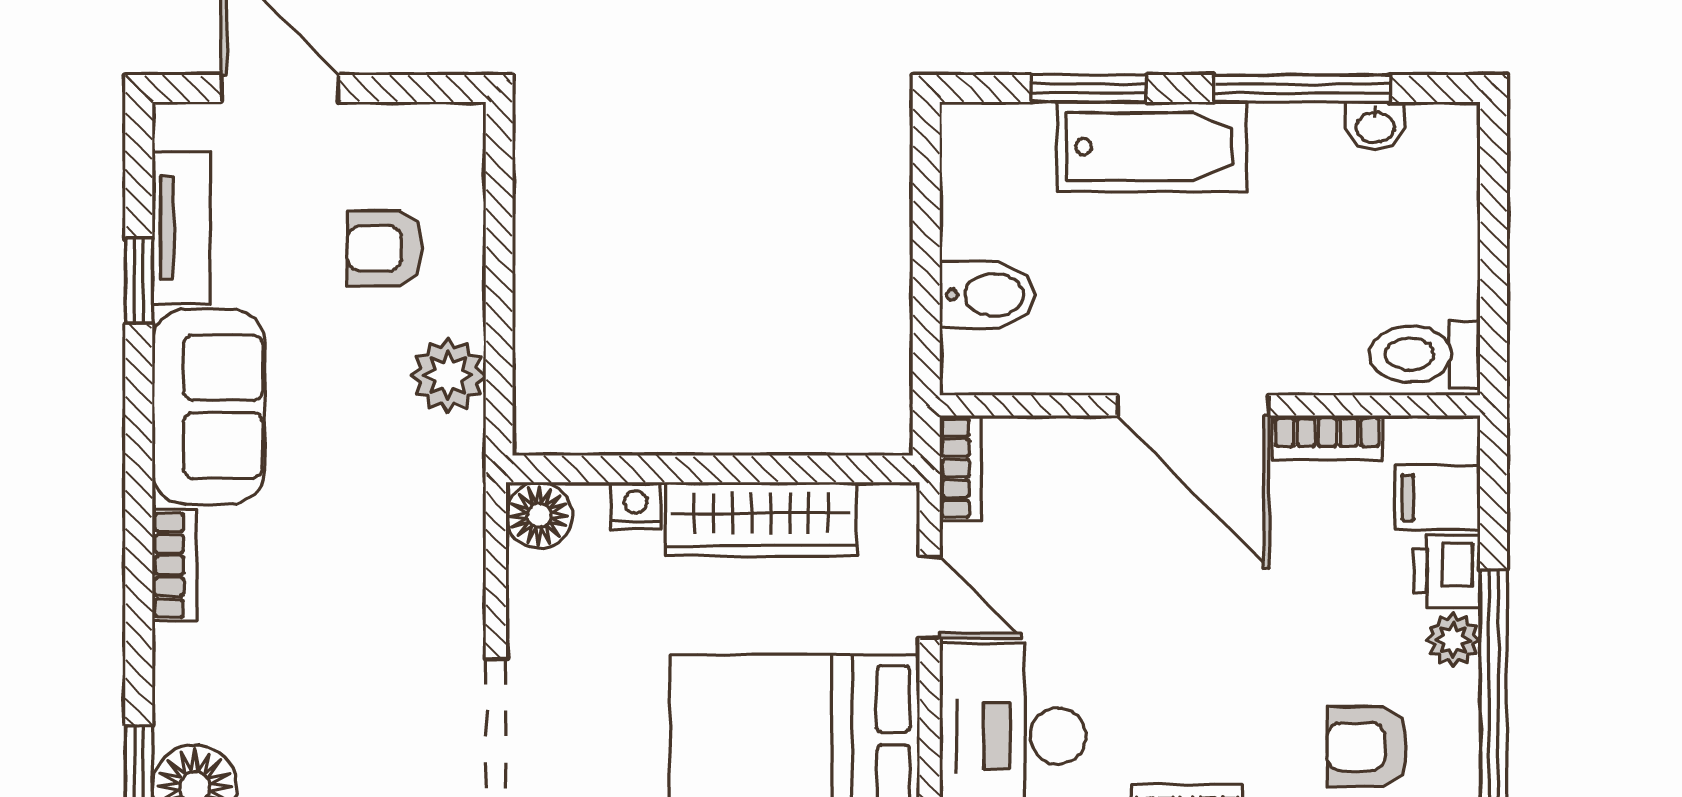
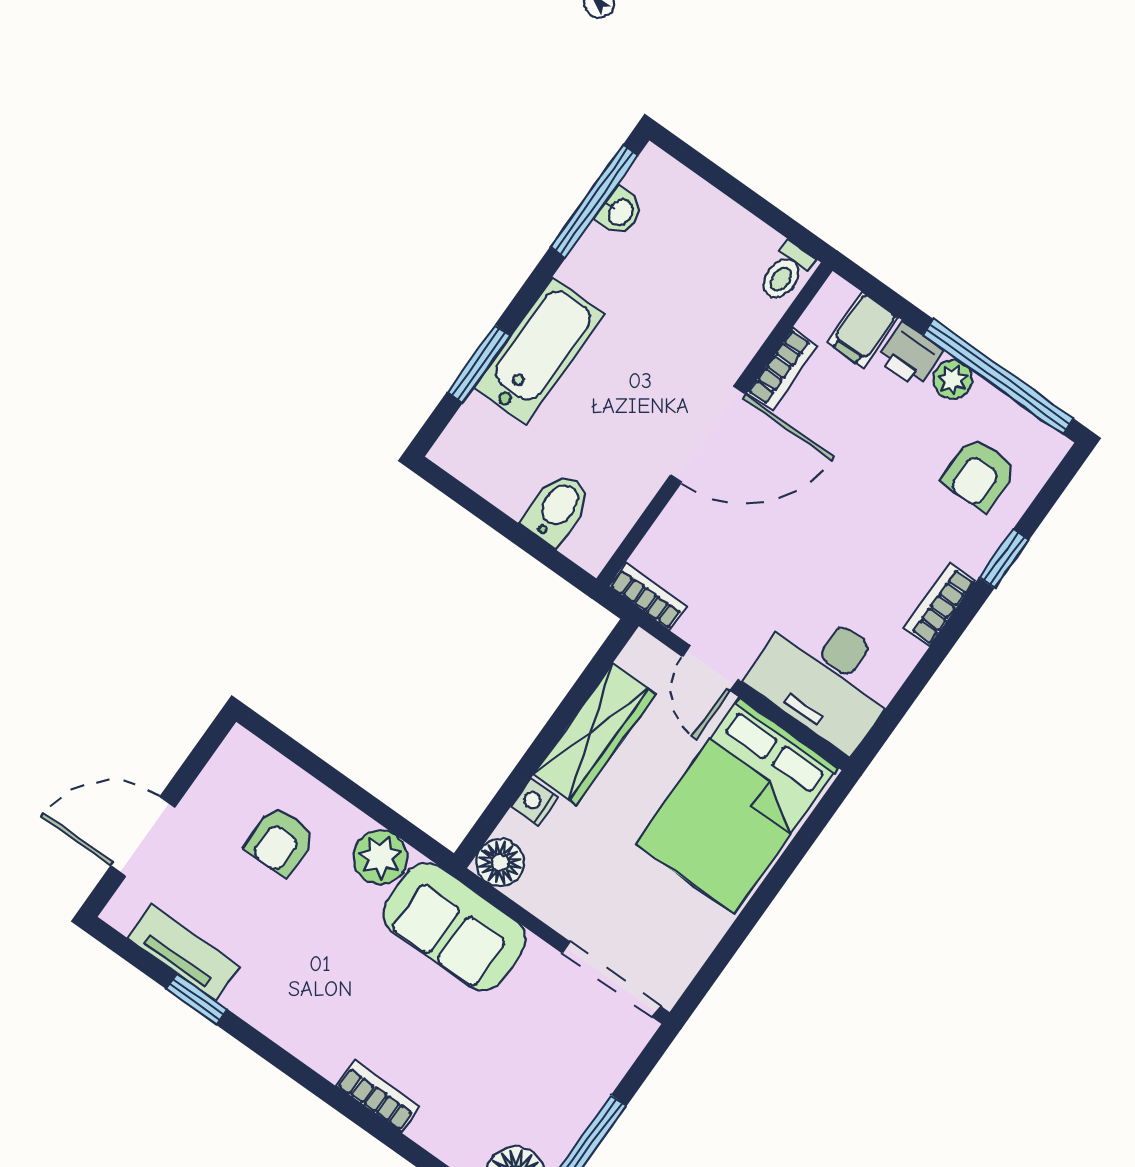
window: (1302, 89) -> (594, 201), moved
toilet: (1425, 354) -> (786, 272), width x0.73, depth x0.72
sofa: (208, 407) -> (455, 927), moved, turned 180
door: (930, 597) -> (710, 668), swing flipped

